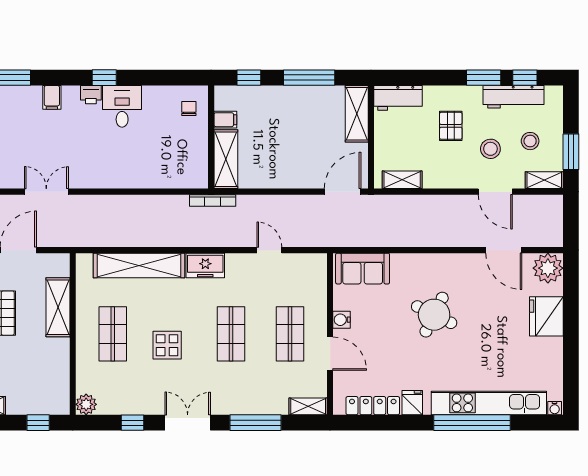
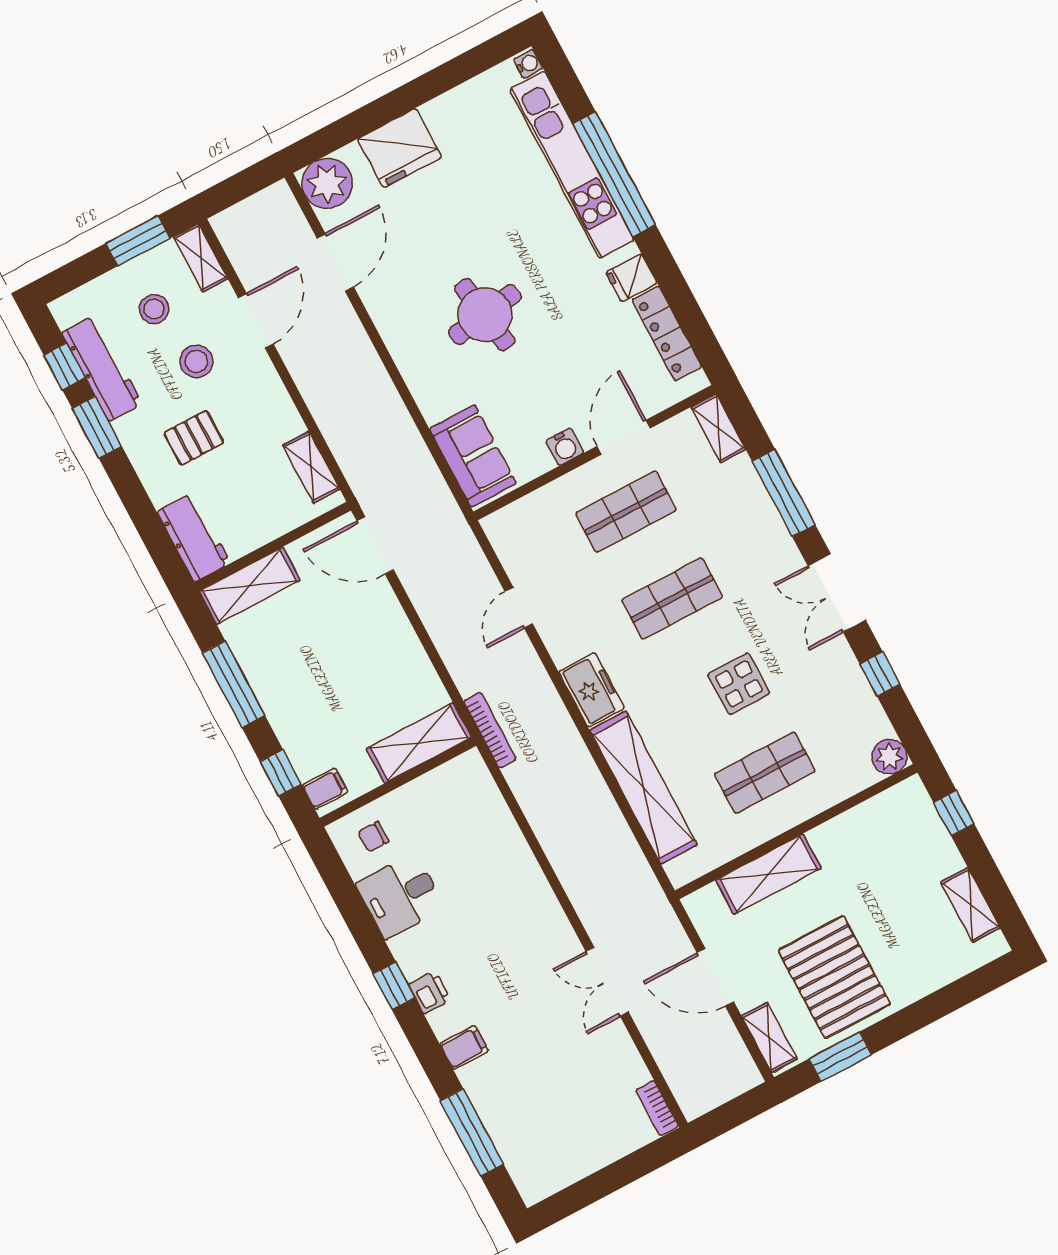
desk: (122, 106) -> (400, 896), moved
filing cabinet: (225, 120) -> (325, 789), moved, turned 90
round table: (434, 315) -> (485, 315), turned -35

